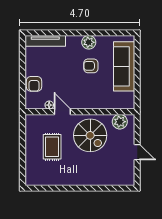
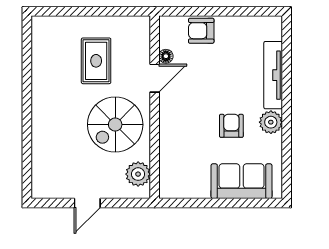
tv unit: (45, 41) -> (273, 75), moved
sofa: (124, 66) -> (241, 181), width x0.73
rug: (52, 147) -> (96, 61), turned 90

